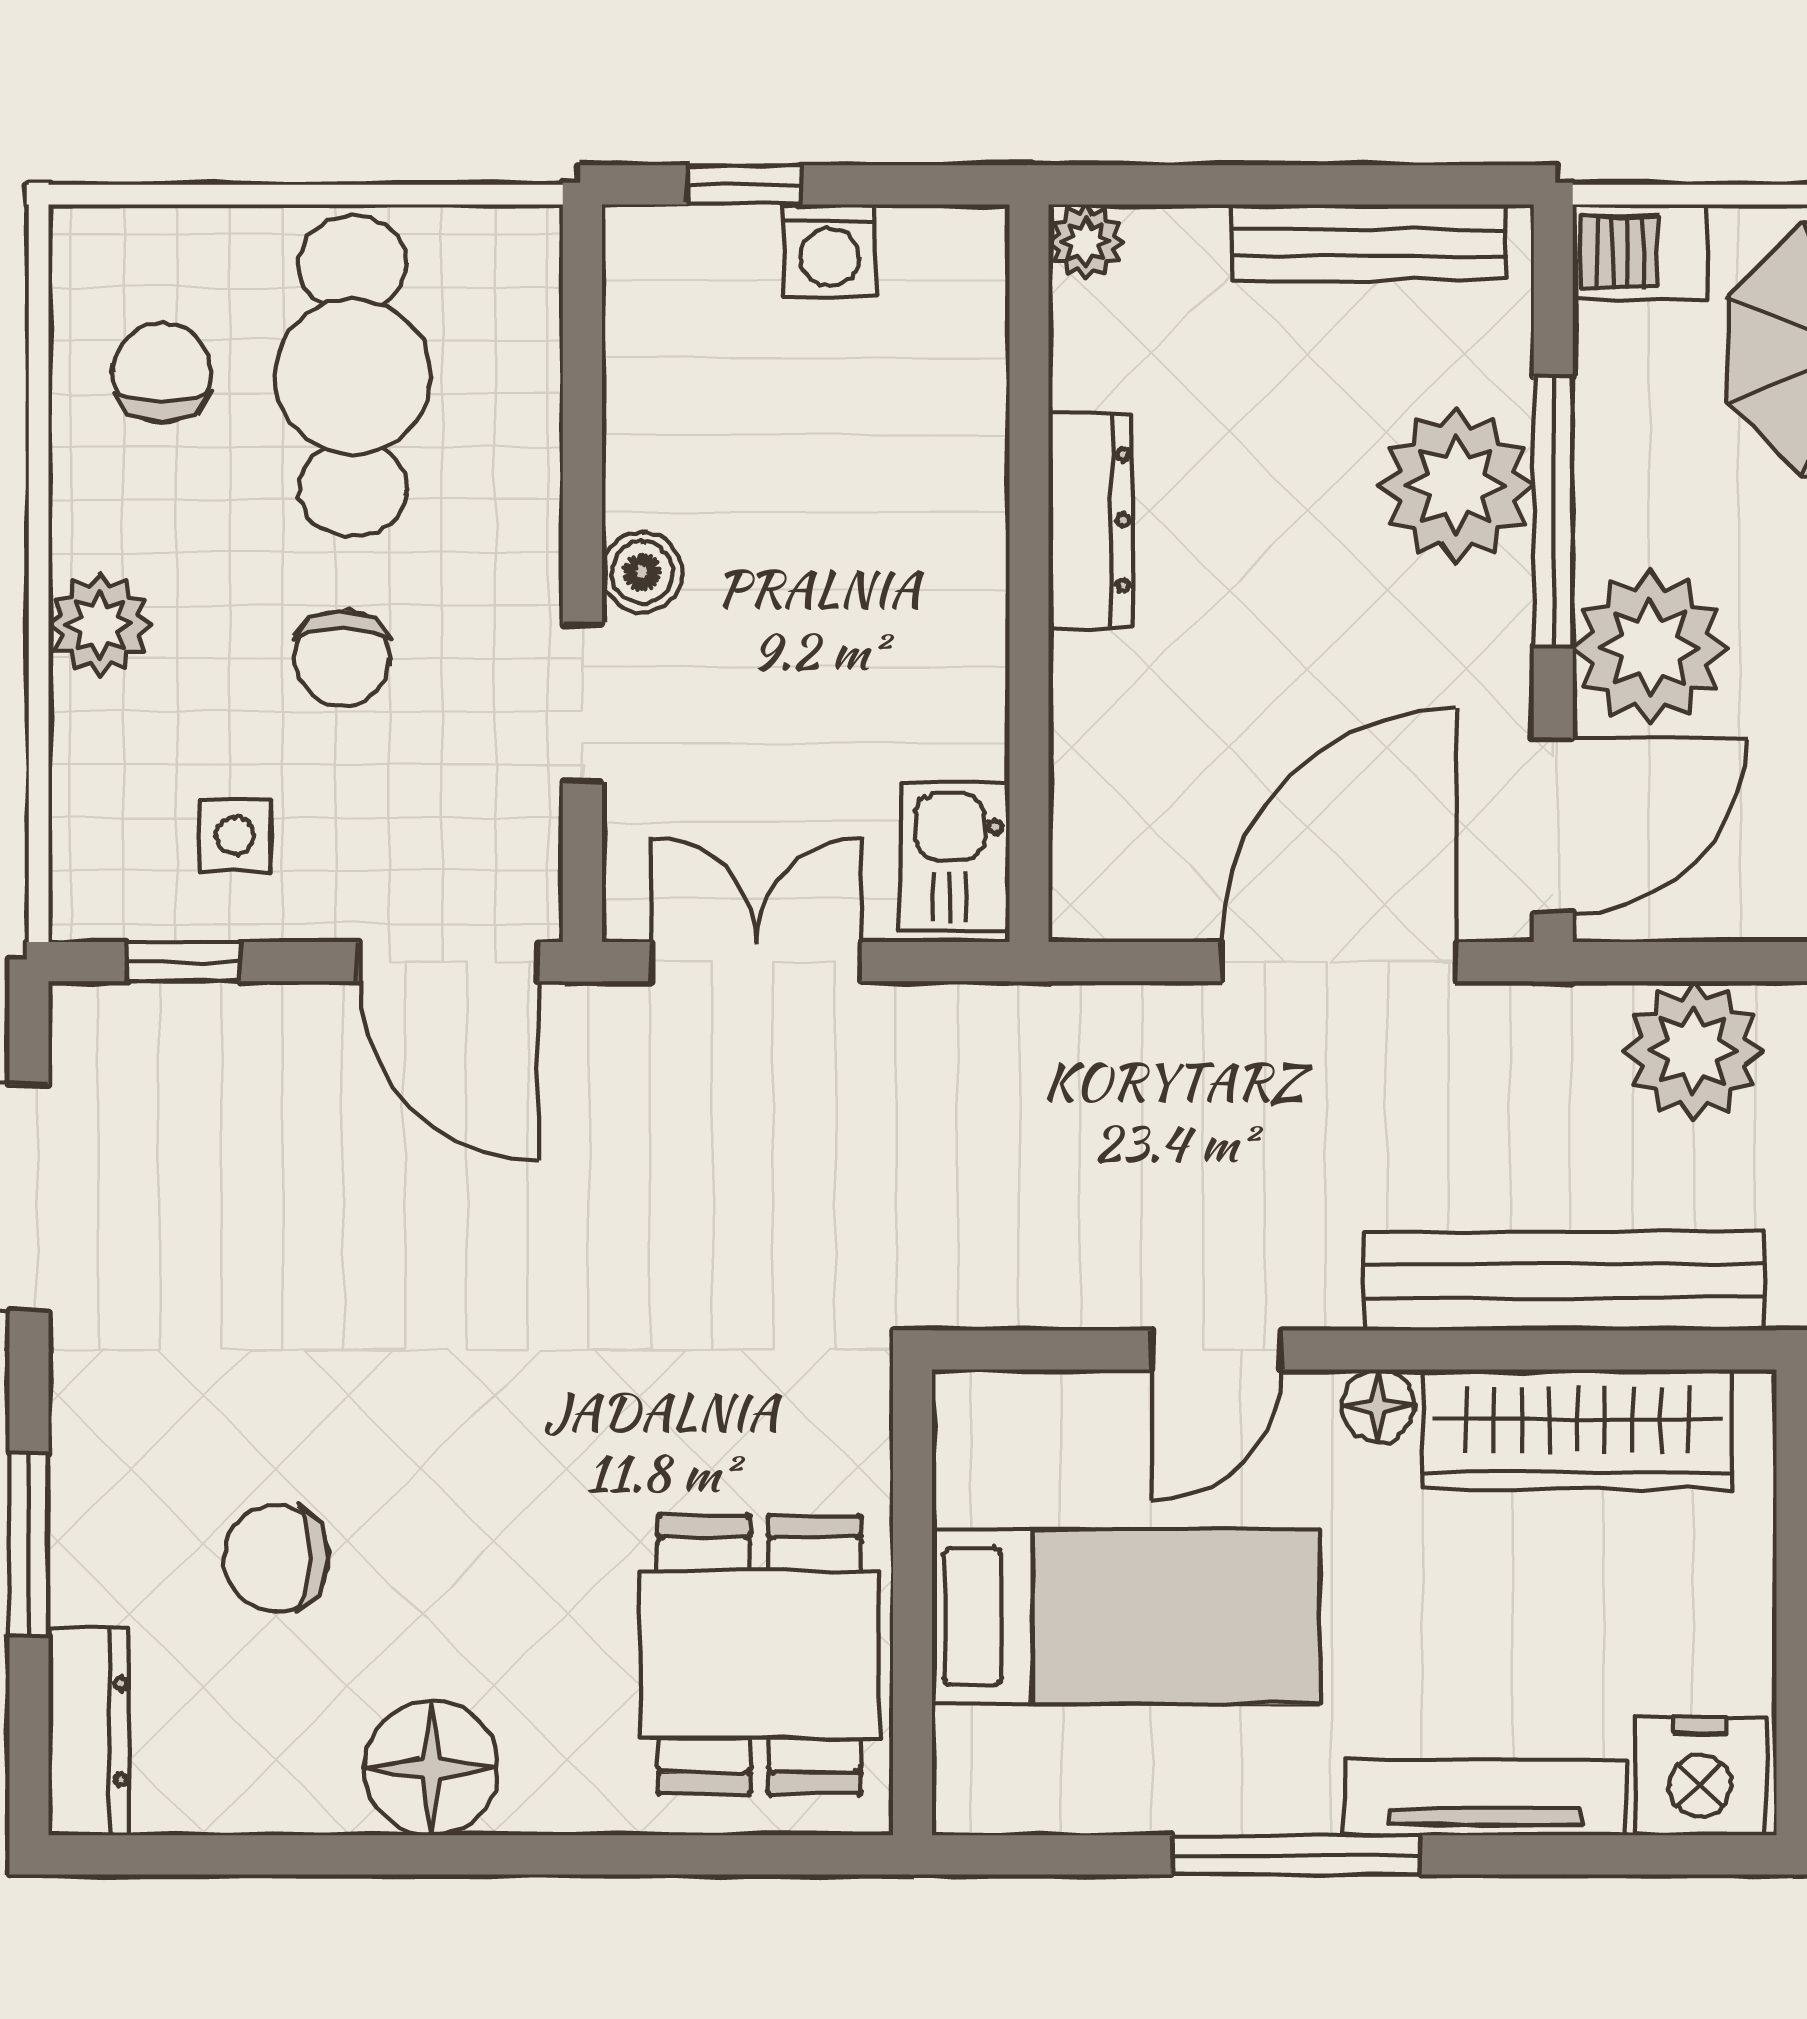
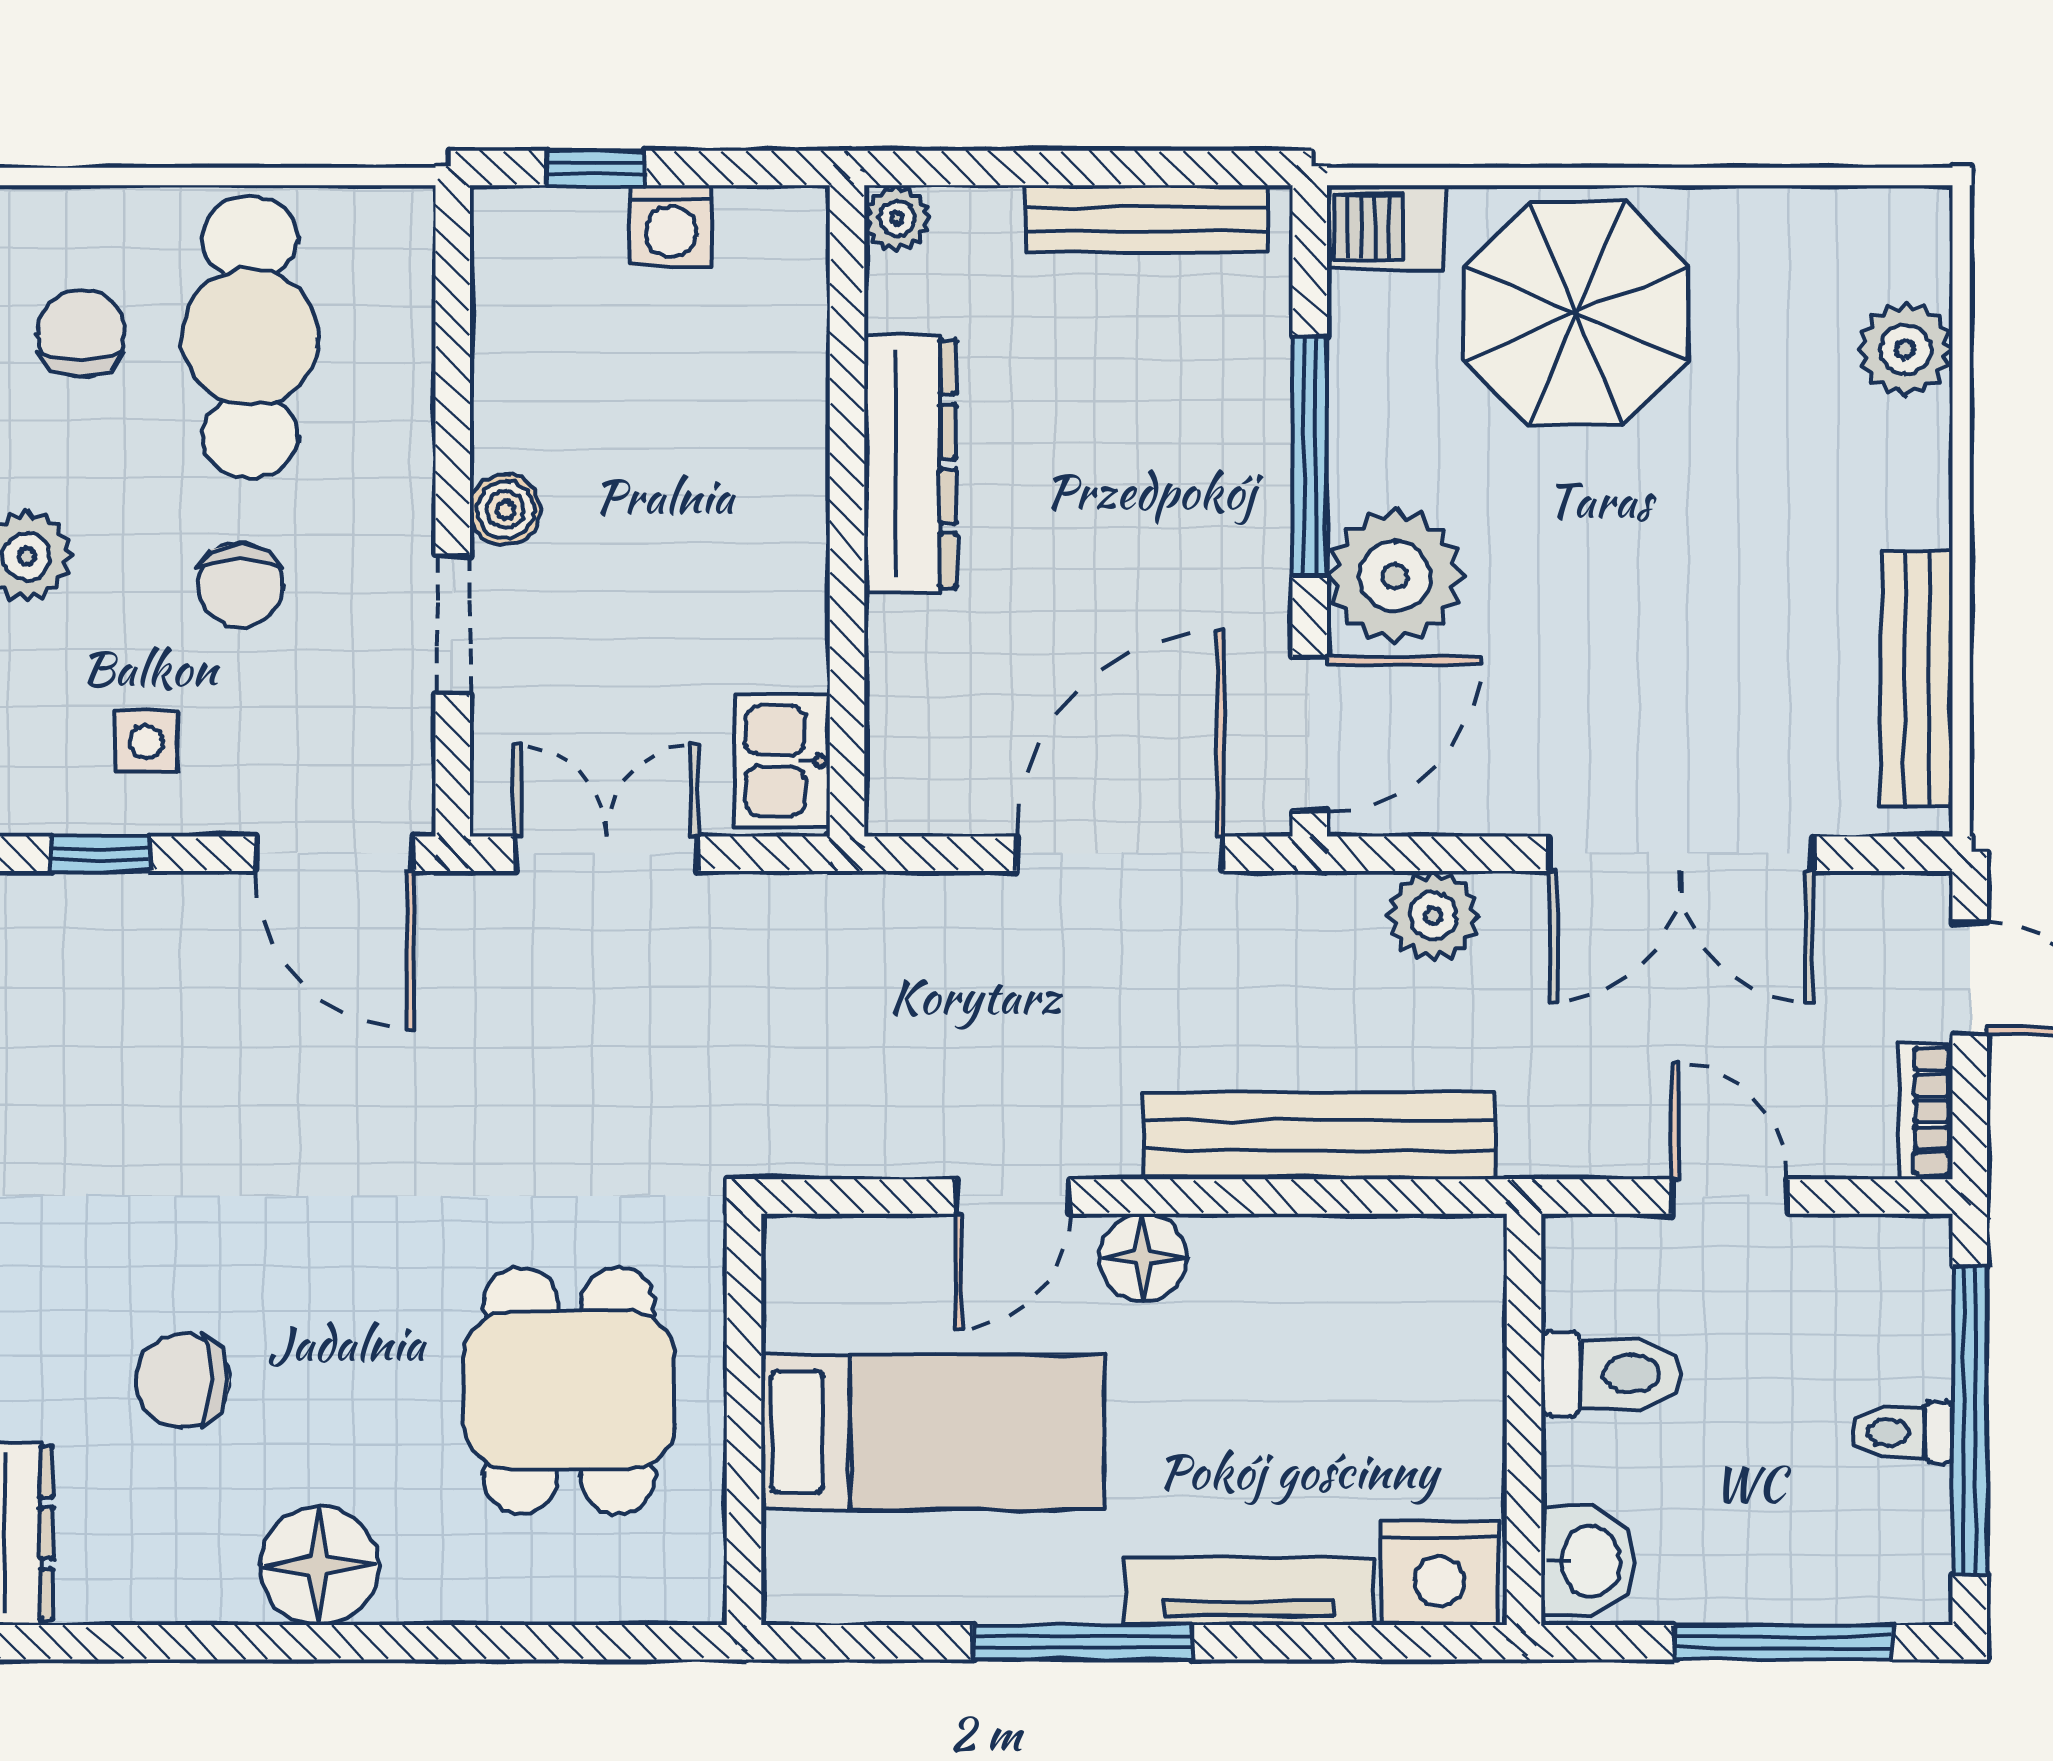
plant: (1456, 486) -> (1224, 433), removed
dresser: (1090, 520) -> (910, 464), width x1.37, depth x1.24
plant: (1693, 1051) -> (1433, 916), width x0.73, depth x0.73
floor lamp: (1378, 1406) -> (1143, 1258), width x1.37, depth x1.37
wardrobe: (1577, 1429) -> (1331, 1266), removed
dining table: (759, 1655) -> (569, 1390), moved

